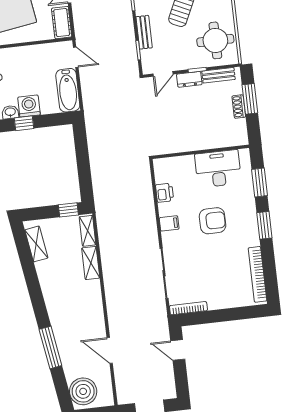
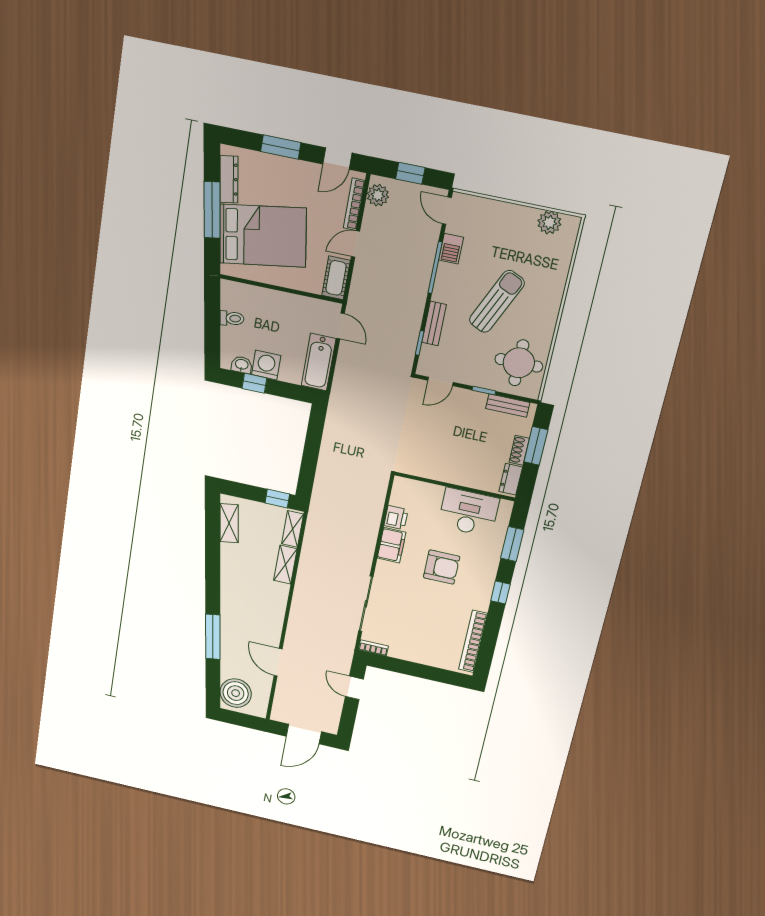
dresser: (189, 79) -> (511, 479), moved, turned 90
filing cabinet: (169, 223) -> (392, 545), width x2.00
window: (264, 225) -> (500, 592), width x0.67
bookcase: (188, 308) -> (373, 648), width x0.64

